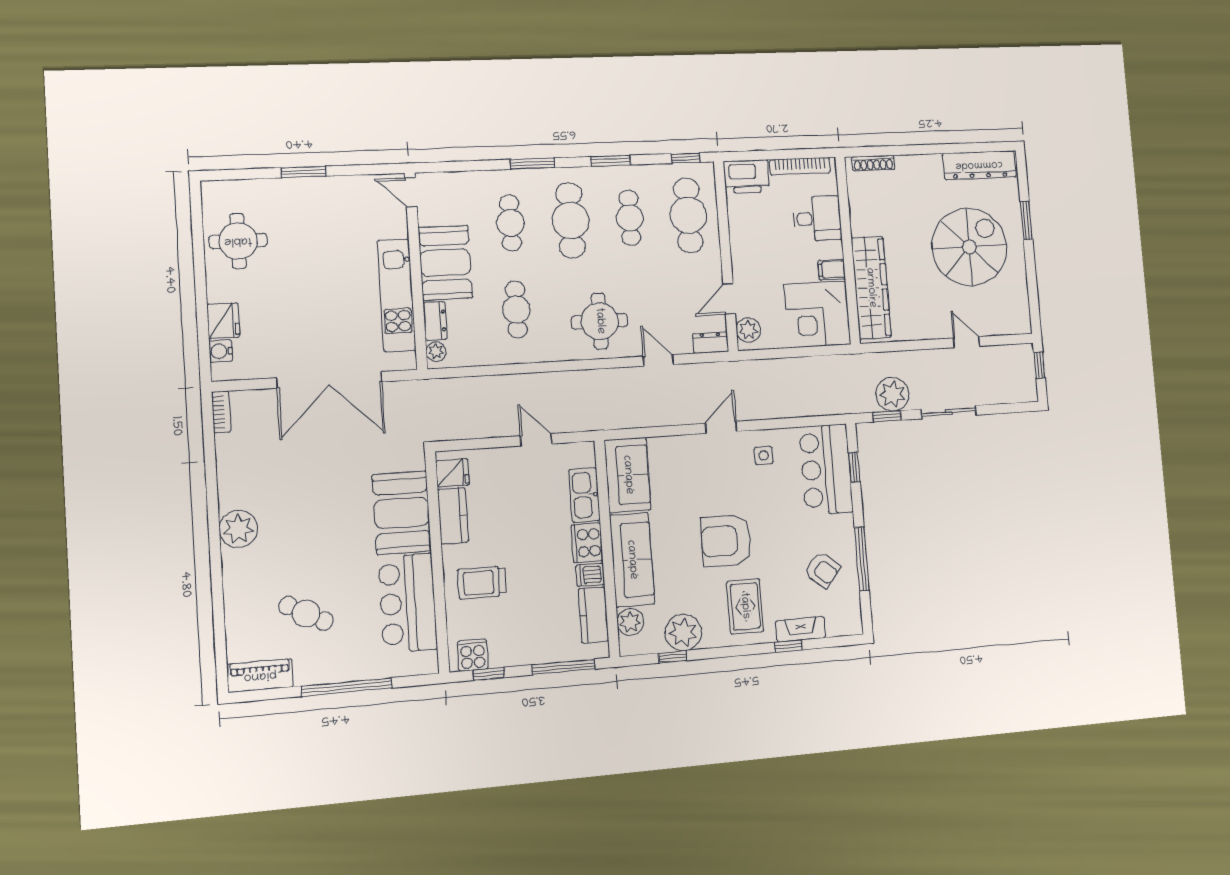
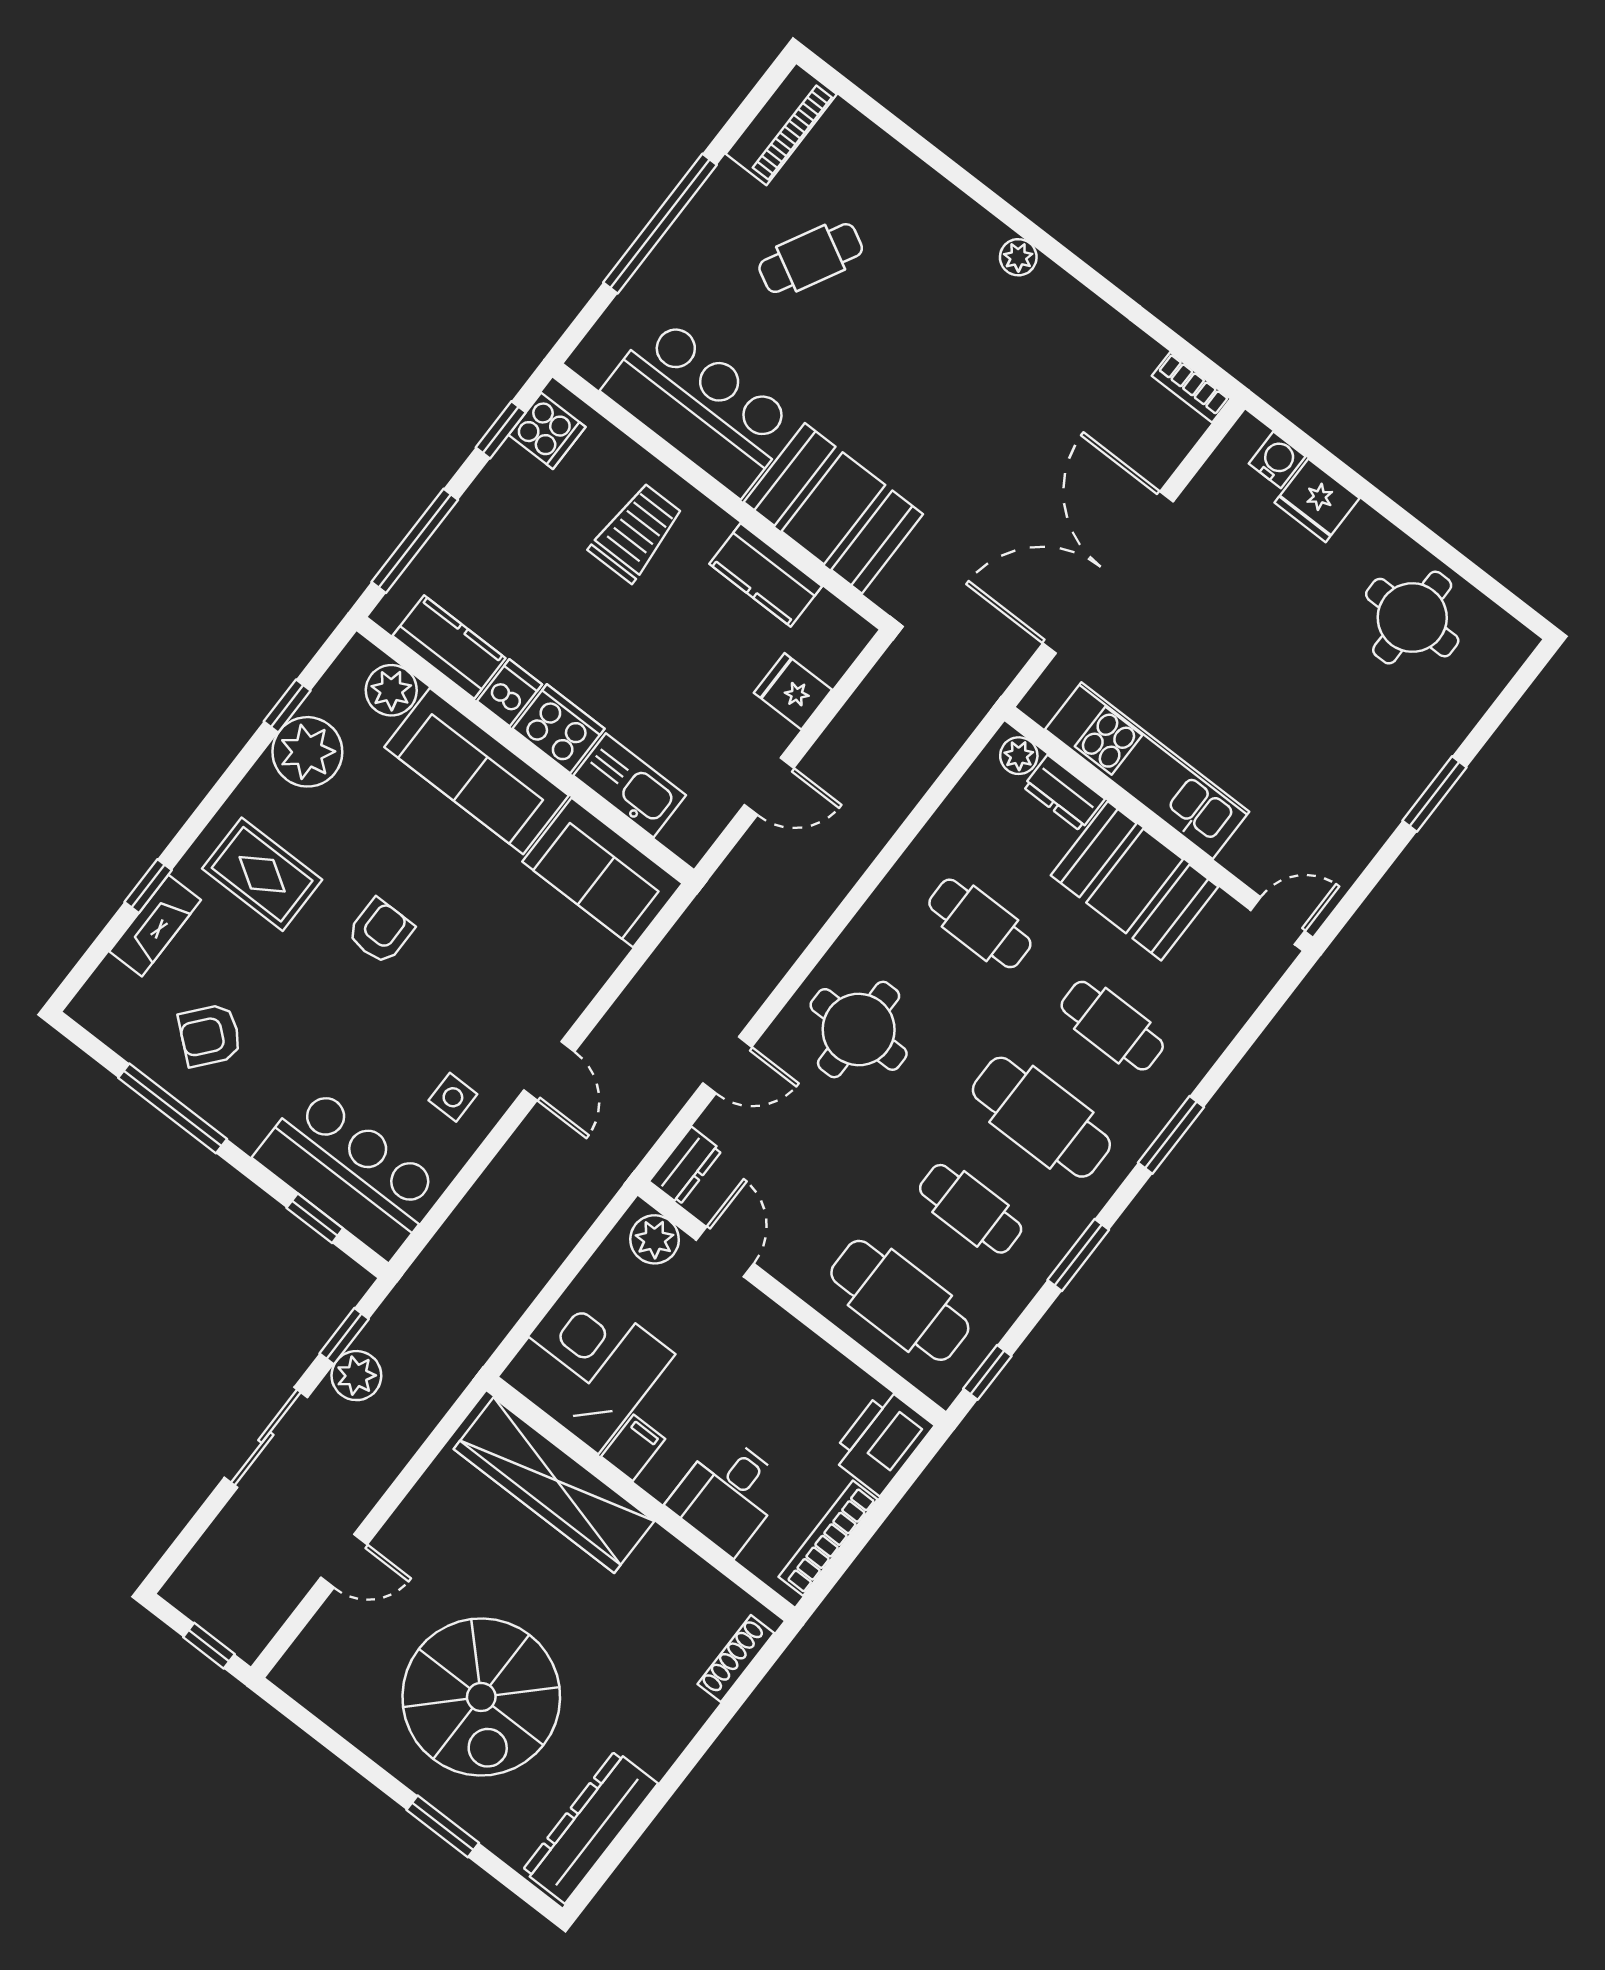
plant: (892, 394) -> (356, 1376), width x0.73, depth x0.73
fridge: (453, 473) -> (793, 691), moved, turned 90
plant: (238, 529) -> (1018, 257), width x0.53, depth x0.53
armchair: (726, 541) -> (380, 931), width x0.53, depth x0.53

